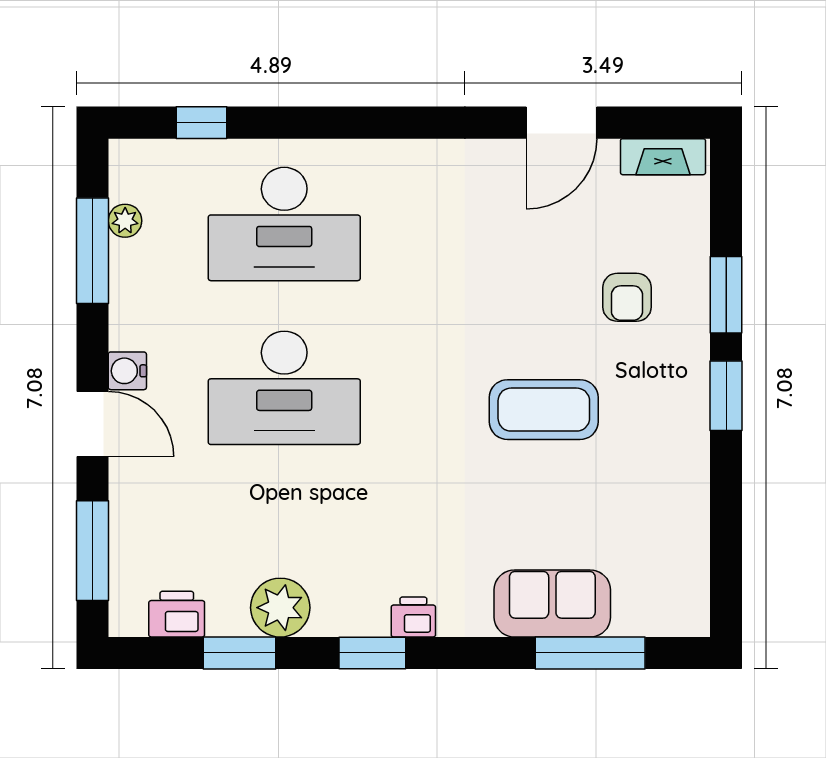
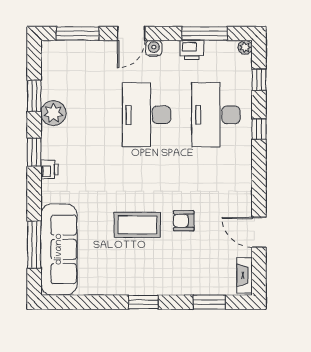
window: (318, 123) -> (259, 129), added
plant: (125, 221) -> (245, 47), moved
window: (726, 295) -> (209, 302), moved
armchair: (627, 297) -> (184, 221), moved
coffee table: (544, 410) -> (137, 225), turned 90
sofa: (552, 604) -> (59, 249), width x1.85, depth x1.27
printer: (177, 614) -> (192, 50), moved, turned 90

